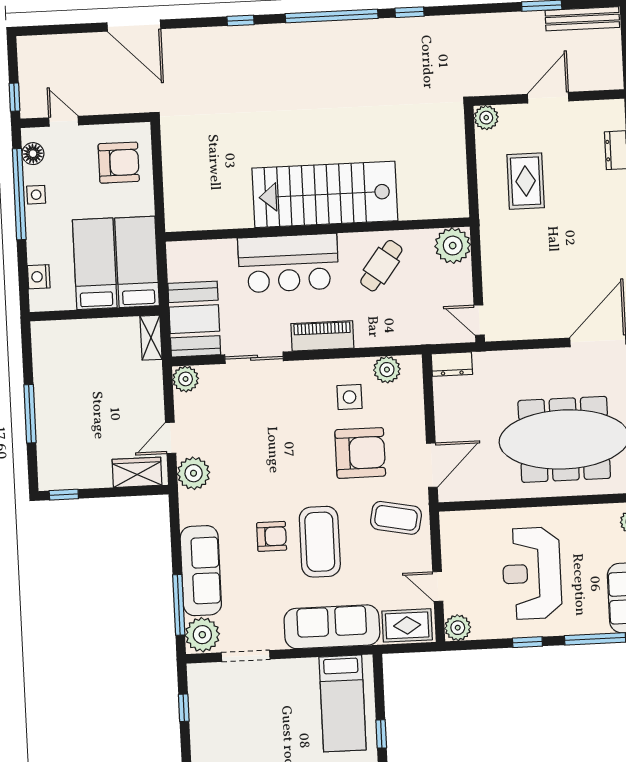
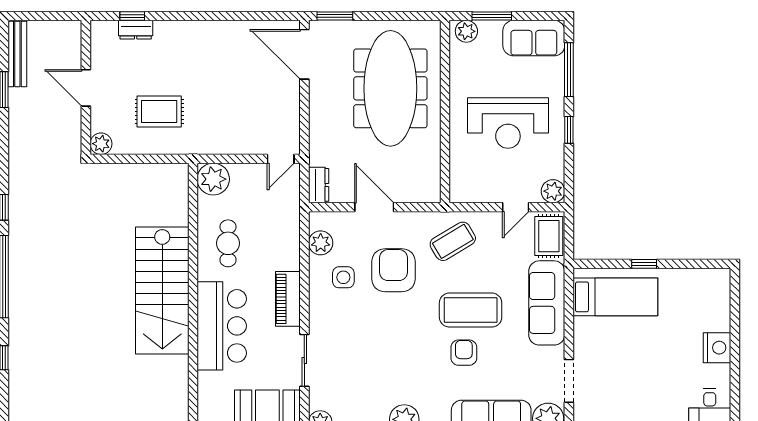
cafe table: (381, 266) -> (228, 243), turned 53
door: (432, 465) -> (374, 207), moved
coffee table: (396, 518) -> (453, 241), turned 48

